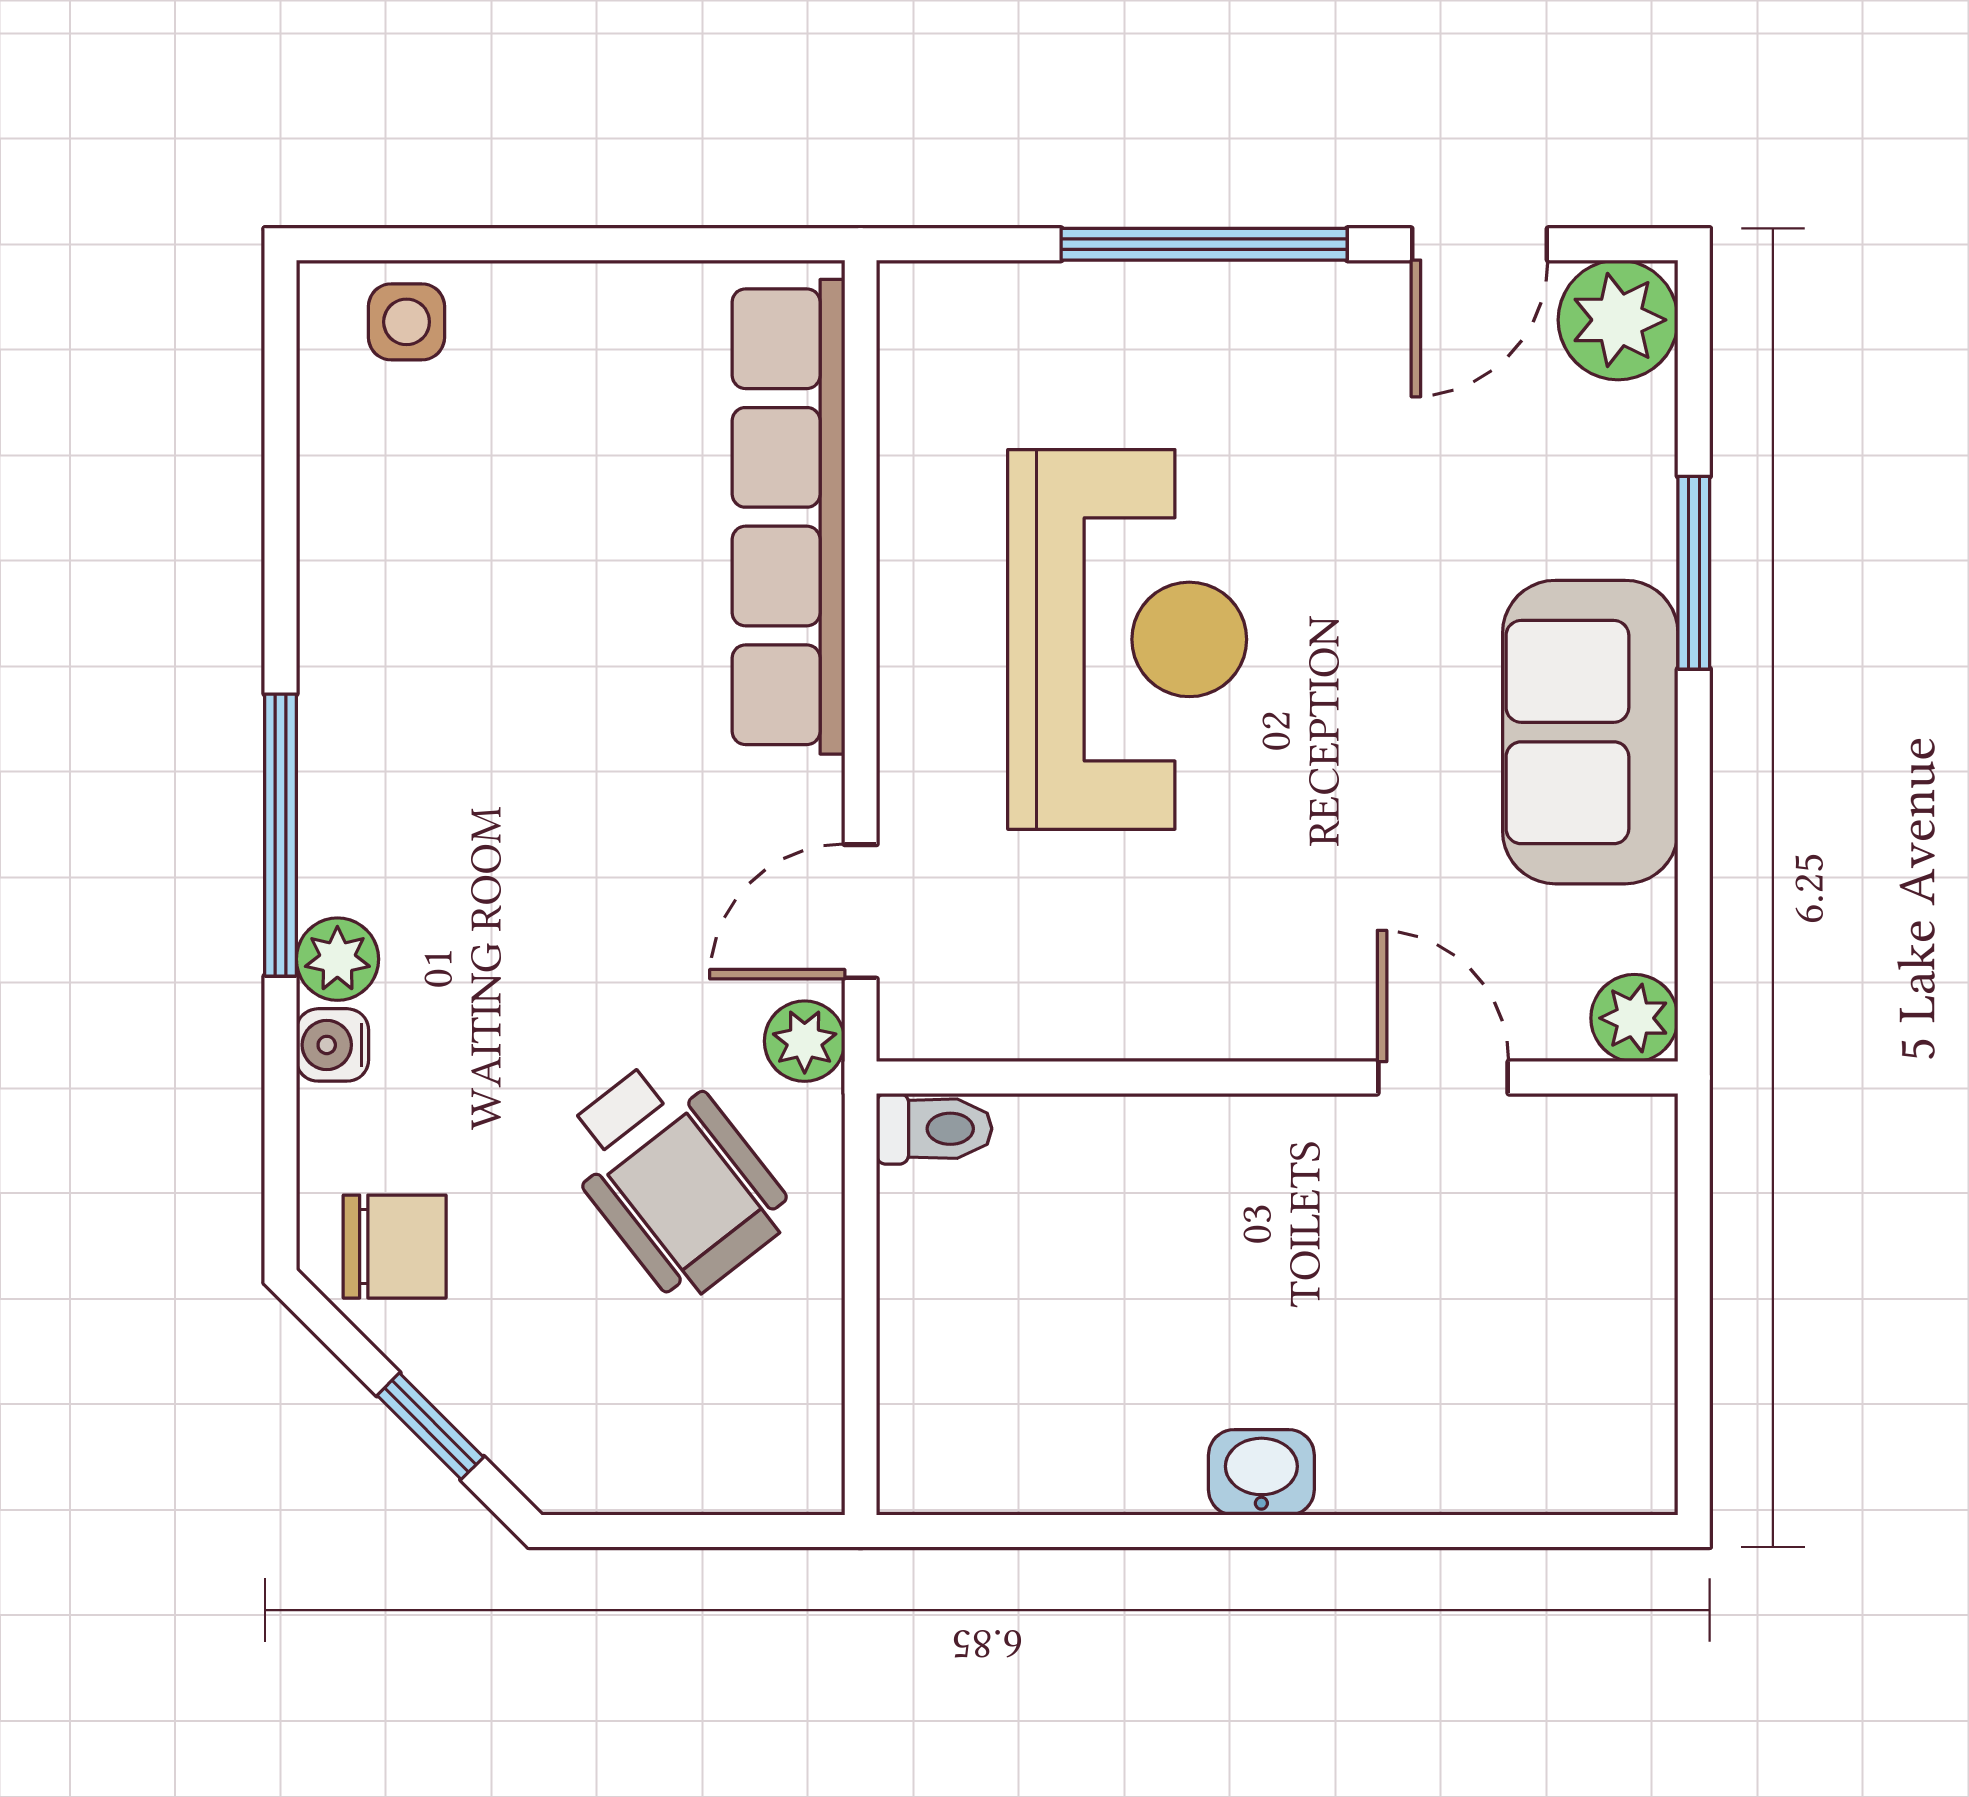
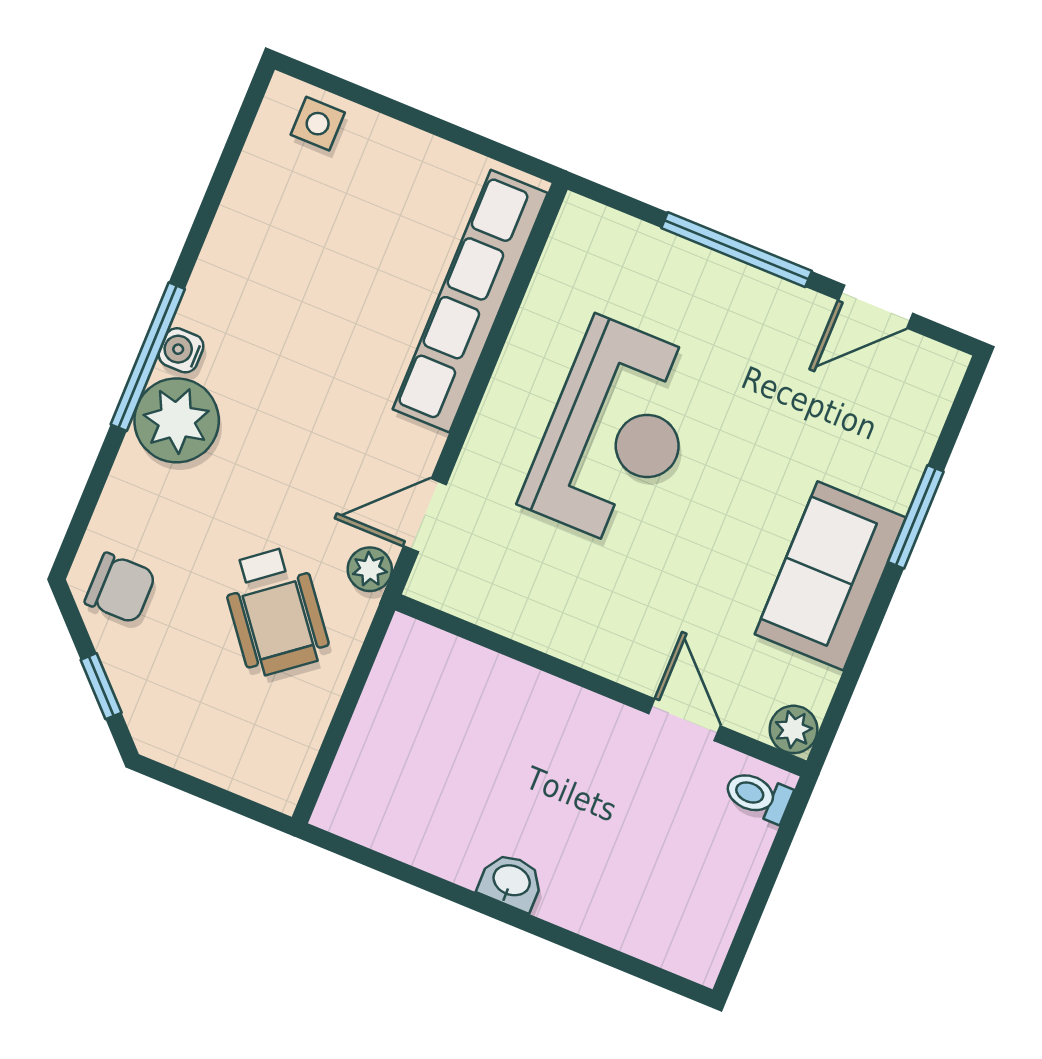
plant: (1618, 320) -> (930, 374), removed
plant: (337, 959) -> (177, 420), width x1.88, depth x1.88
water cooler: (333, 1045) -> (181, 350), moved
toilet: (934, 1129) -> (758, 796), moved, turned 180

